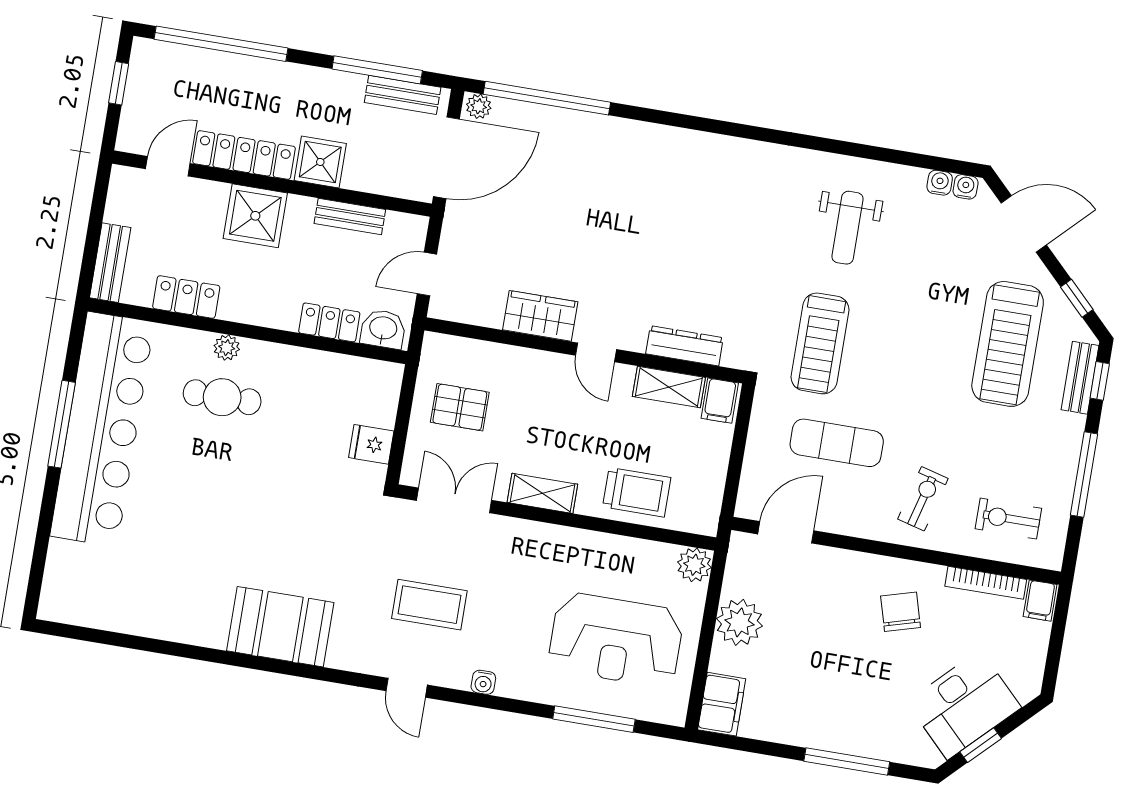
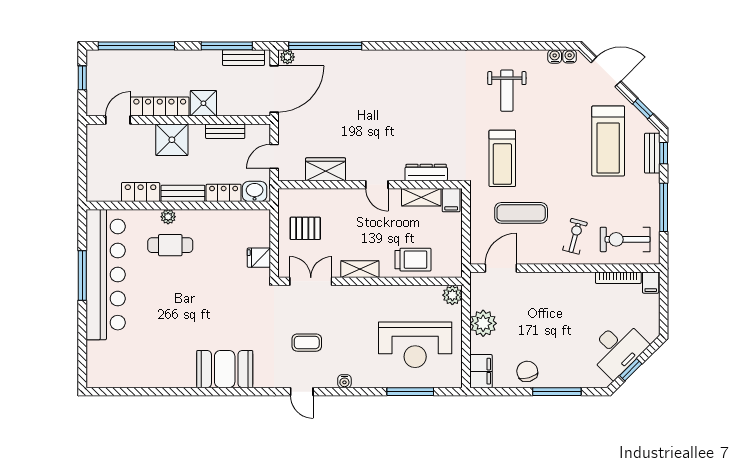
bench: (110, 263) -> (183, 193), moved, turned 90
wardrobe: (540, 316) -> (326, 169), moved
exercise bike: (1008, 519) -> (625, 239), width x1.38, depth x1.39
coffee table: (429, 605) -> (307, 343), width x0.73, depth x0.77
chair: (901, 612) -> (527, 371), moved

